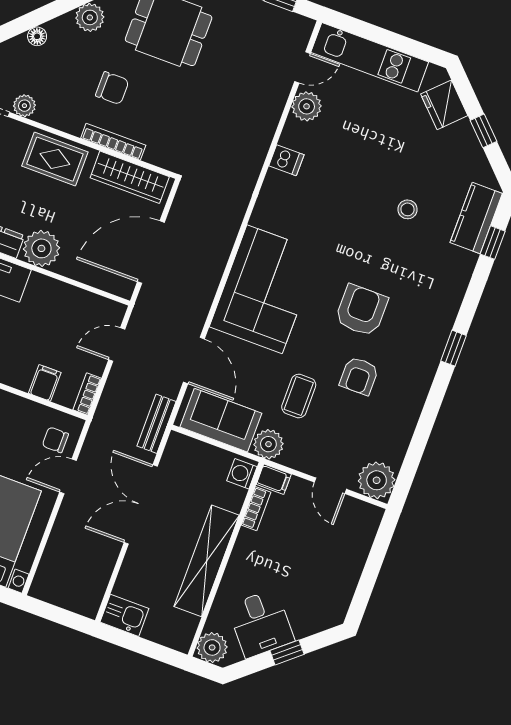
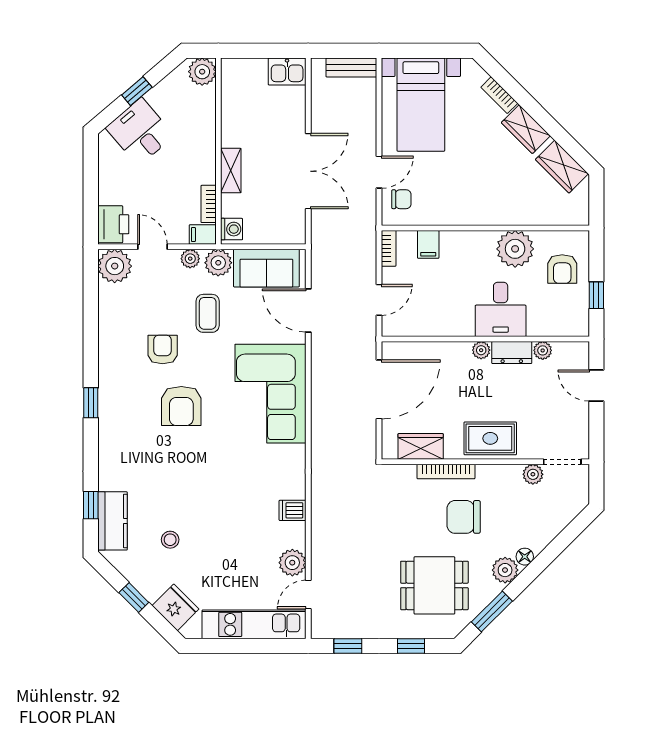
floor lamp: (37, 36) -> (525, 557), moved
chair: (112, 88) -> (464, 517), width x1.37, depth x1.37
wardrobe: (130, 177) -> (421, 446), width x0.67
stool: (408, 209) -> (170, 540), moved
plant: (41, 248) -> (481, 350), width x0.53, depth x0.53
bench: (156, 424) -> (351, 68), moved, turned 90
plant: (296, 459) -> (190, 259), added
printer: (362, 524) -> (113, 224), added
shelving: (207, 561) -> (231, 171), width x0.45, depth x0.75
desk: (261, 623) -> (140, 132), moved

